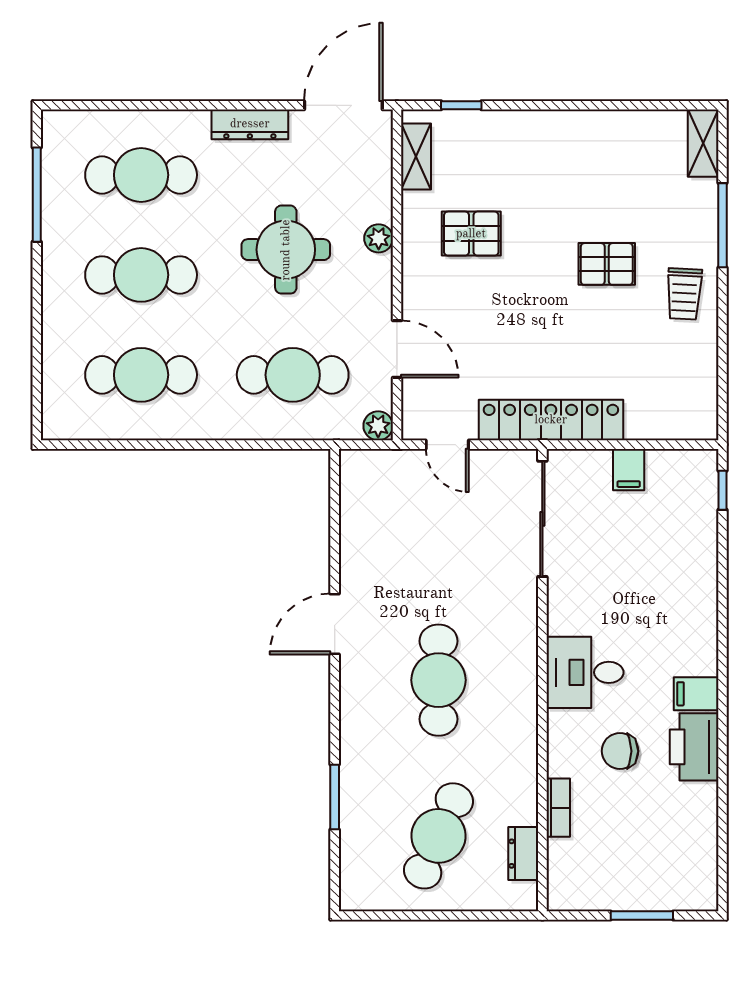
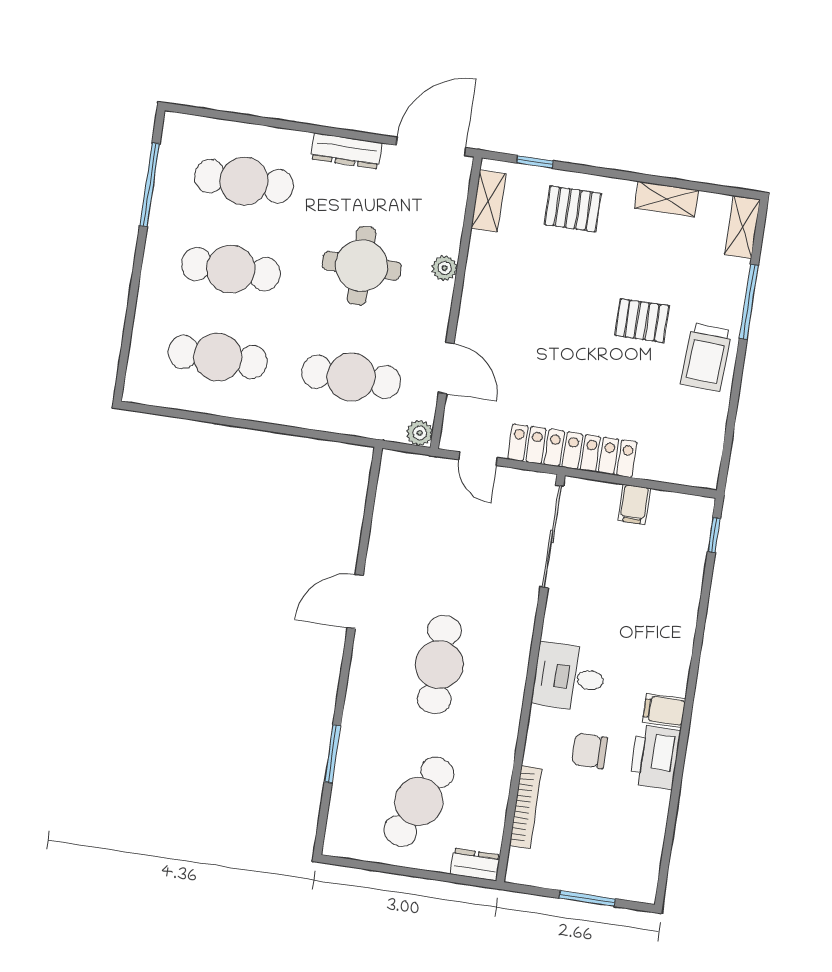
shelving: (614, 125) -> (667, 199), added
pallet: (471, 234) -> (573, 209), moved
trolley: (684, 294) -> (706, 357), width x1.36, depth x1.39
bookcase: (558, 808) -> (526, 807), width x1.56
dresser: (523, 854) -> (475, 865), moved, turned 90

